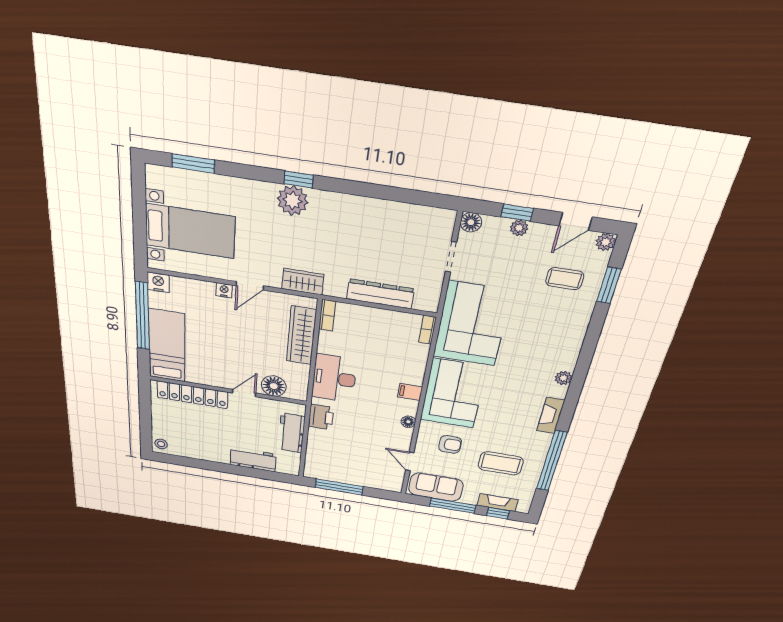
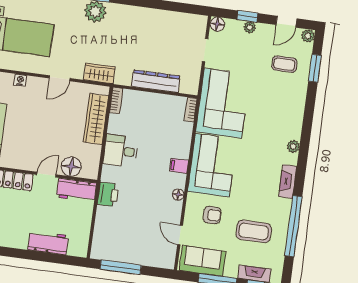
nightstand: (224, 290) -> (20, 80), moved
desk: (334, 378) -> (121, 151), width x0.73
workbench: (292, 433) -> (76, 190), moved, turned -90

